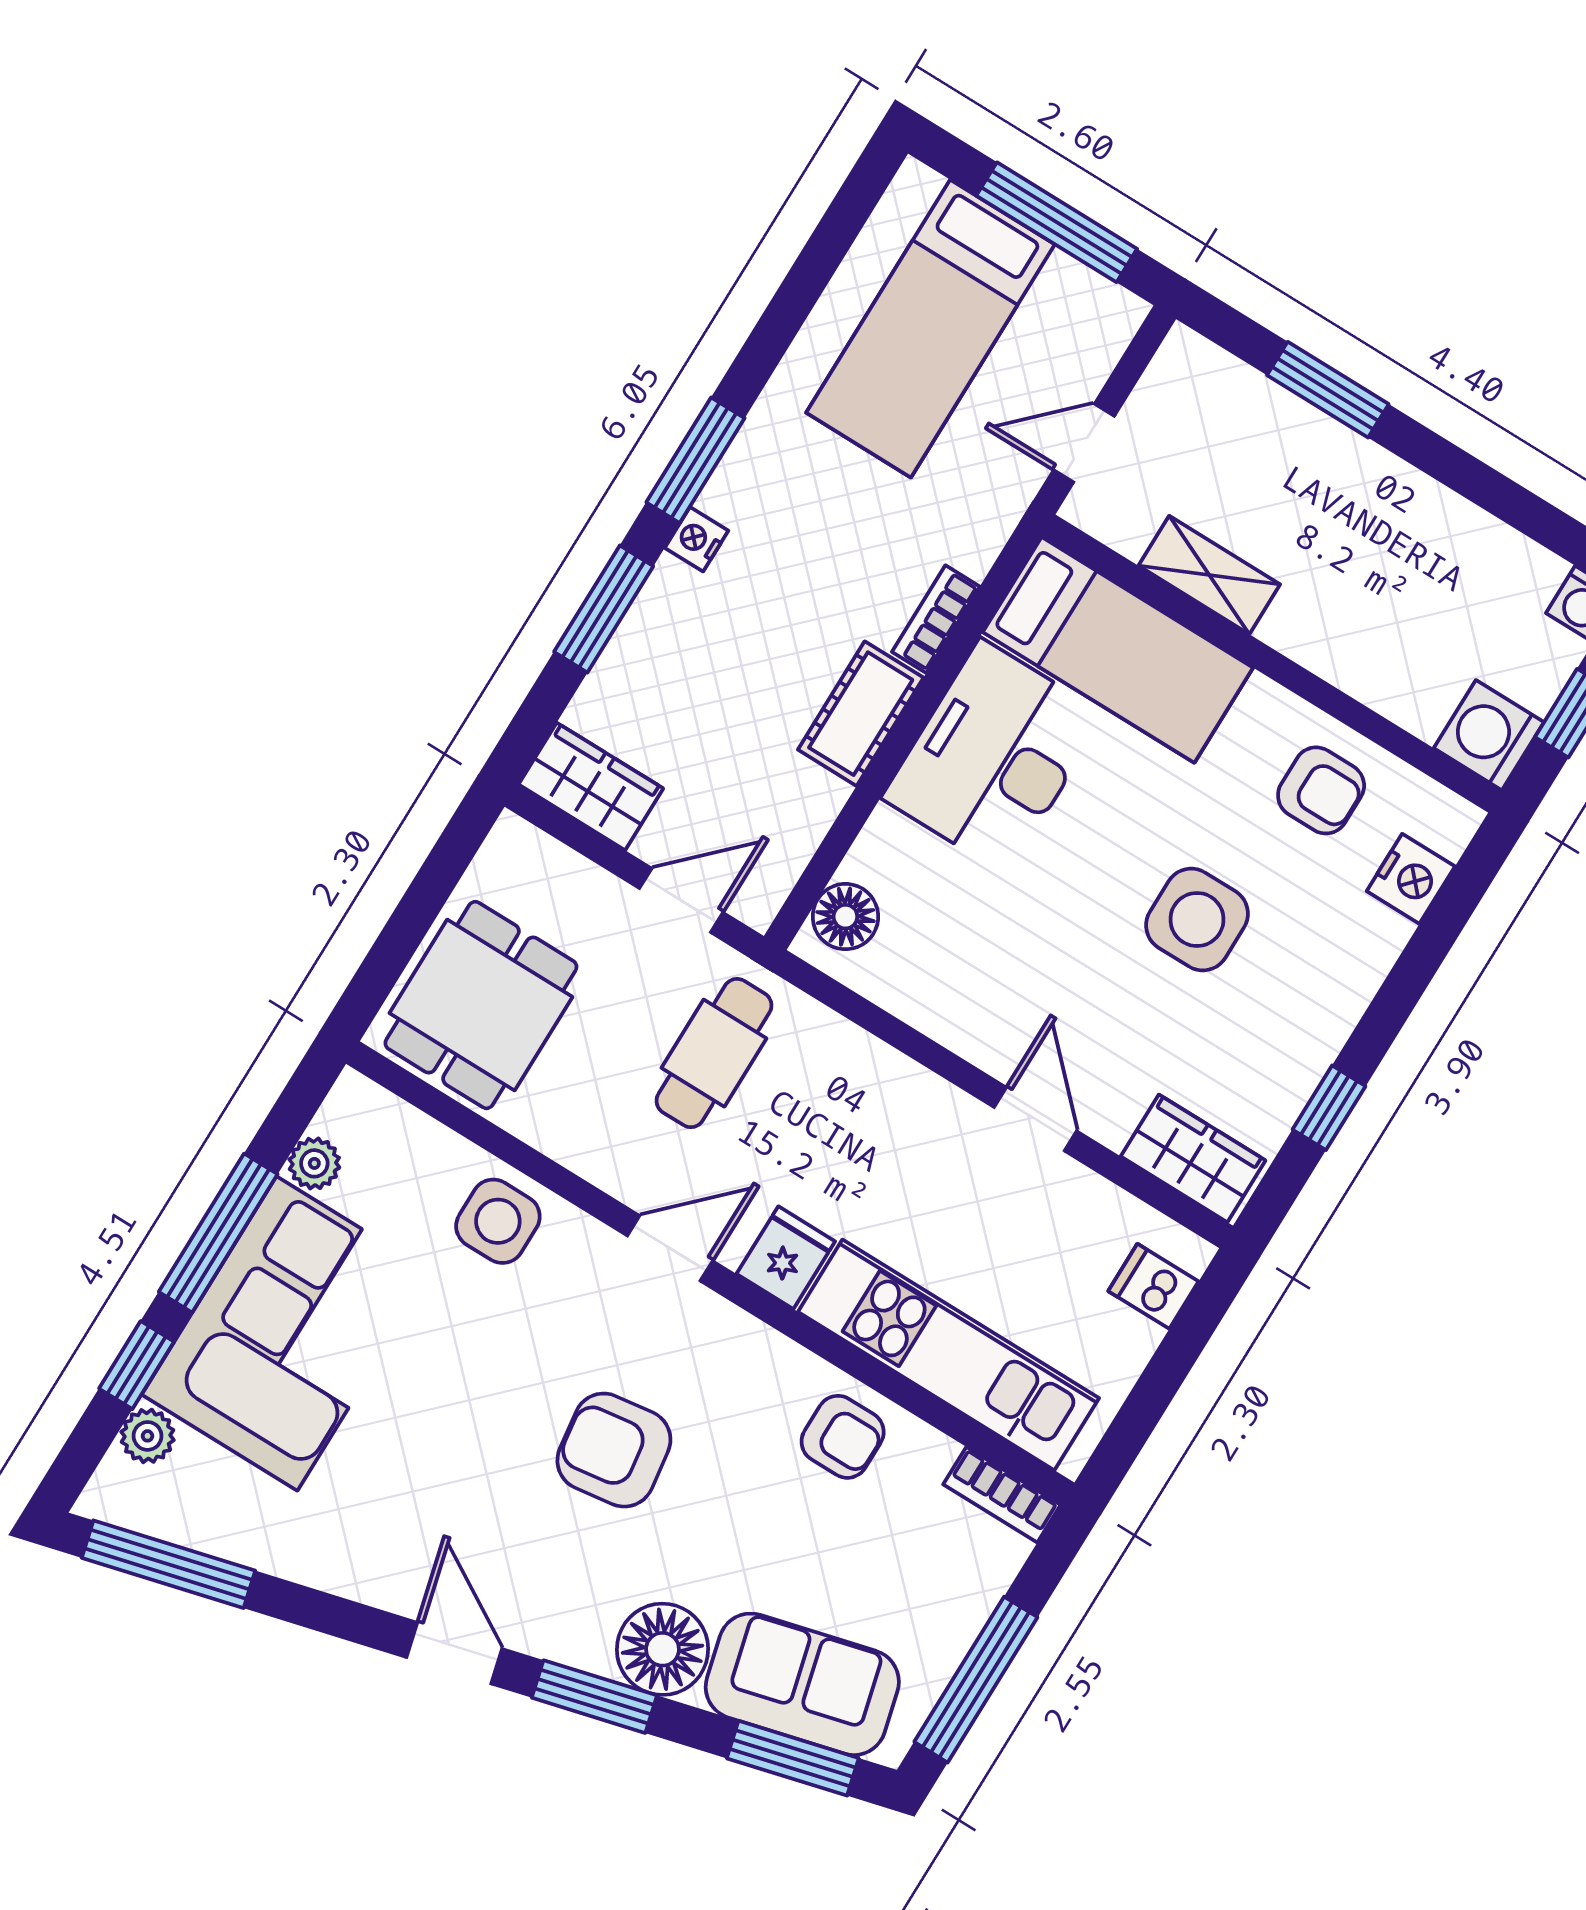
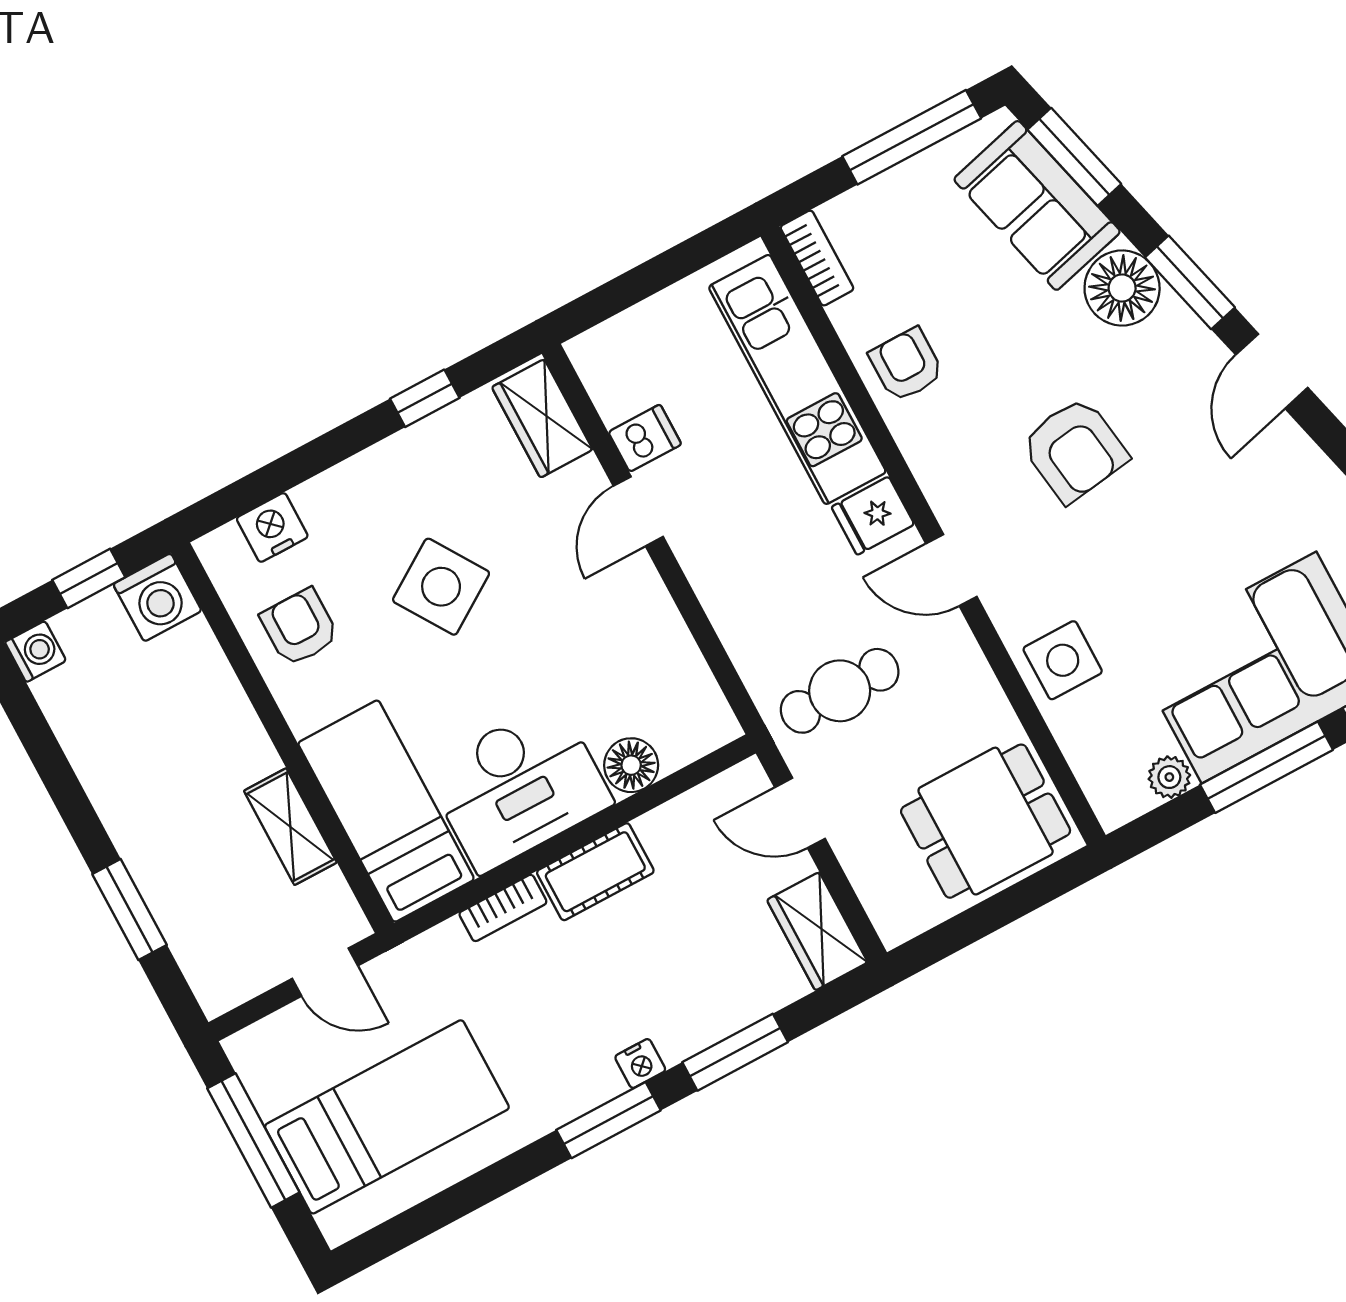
floor lamp: (845, 917) -> (631, 765), moved
side table: (1197, 919) -> (441, 587), turned -33
dishwasher: (1153, 1286) -> (645, 438), moved, turned -90

